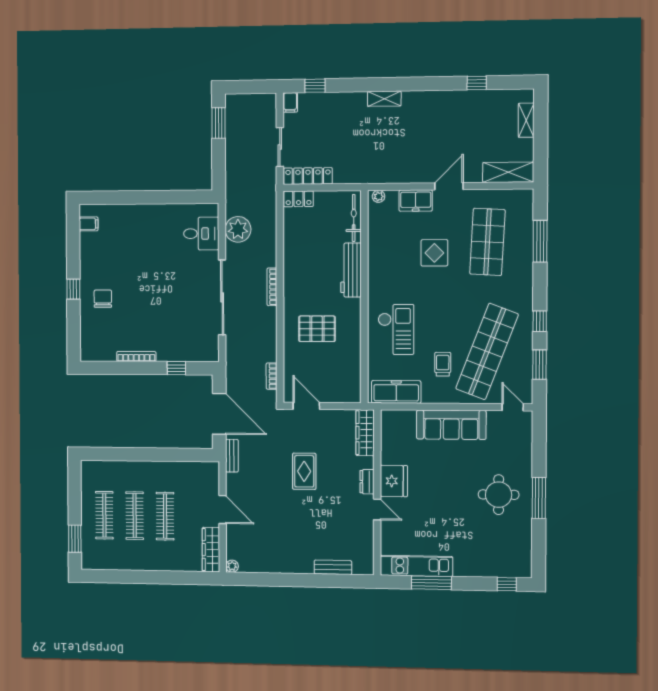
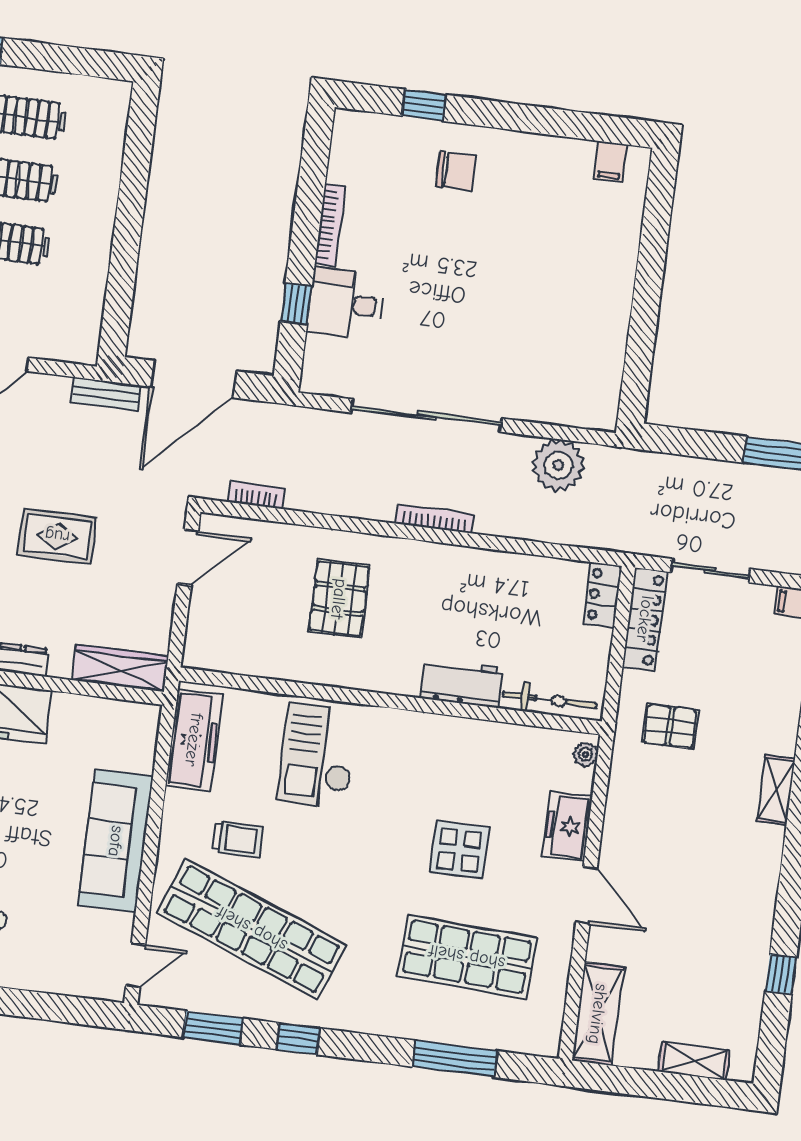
pallet: (359, 156) -> (670, 726), added
desk: (201, 234) -> (346, 304), moved, turned 90
workbench: (351, 270) -> (462, 683), width x0.73
window: (73, 289) -> (424, 105), moved
checkout: (396, 329) -> (318, 755), turned 90

